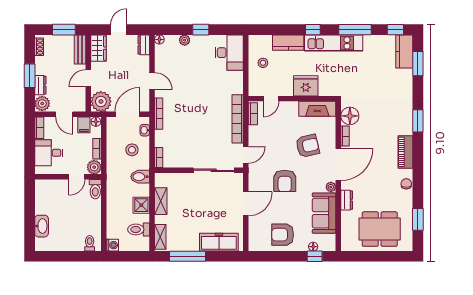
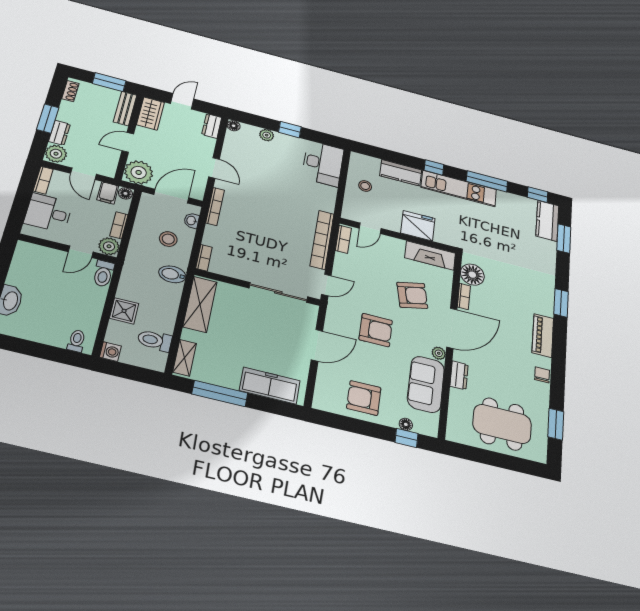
armchair: (285, 181) -> (376, 330), turned -90
shelving: (161, 201) -> (200, 304), width x1.50, depth x1.33
shower: (141, 205) -> (124, 311), moved

